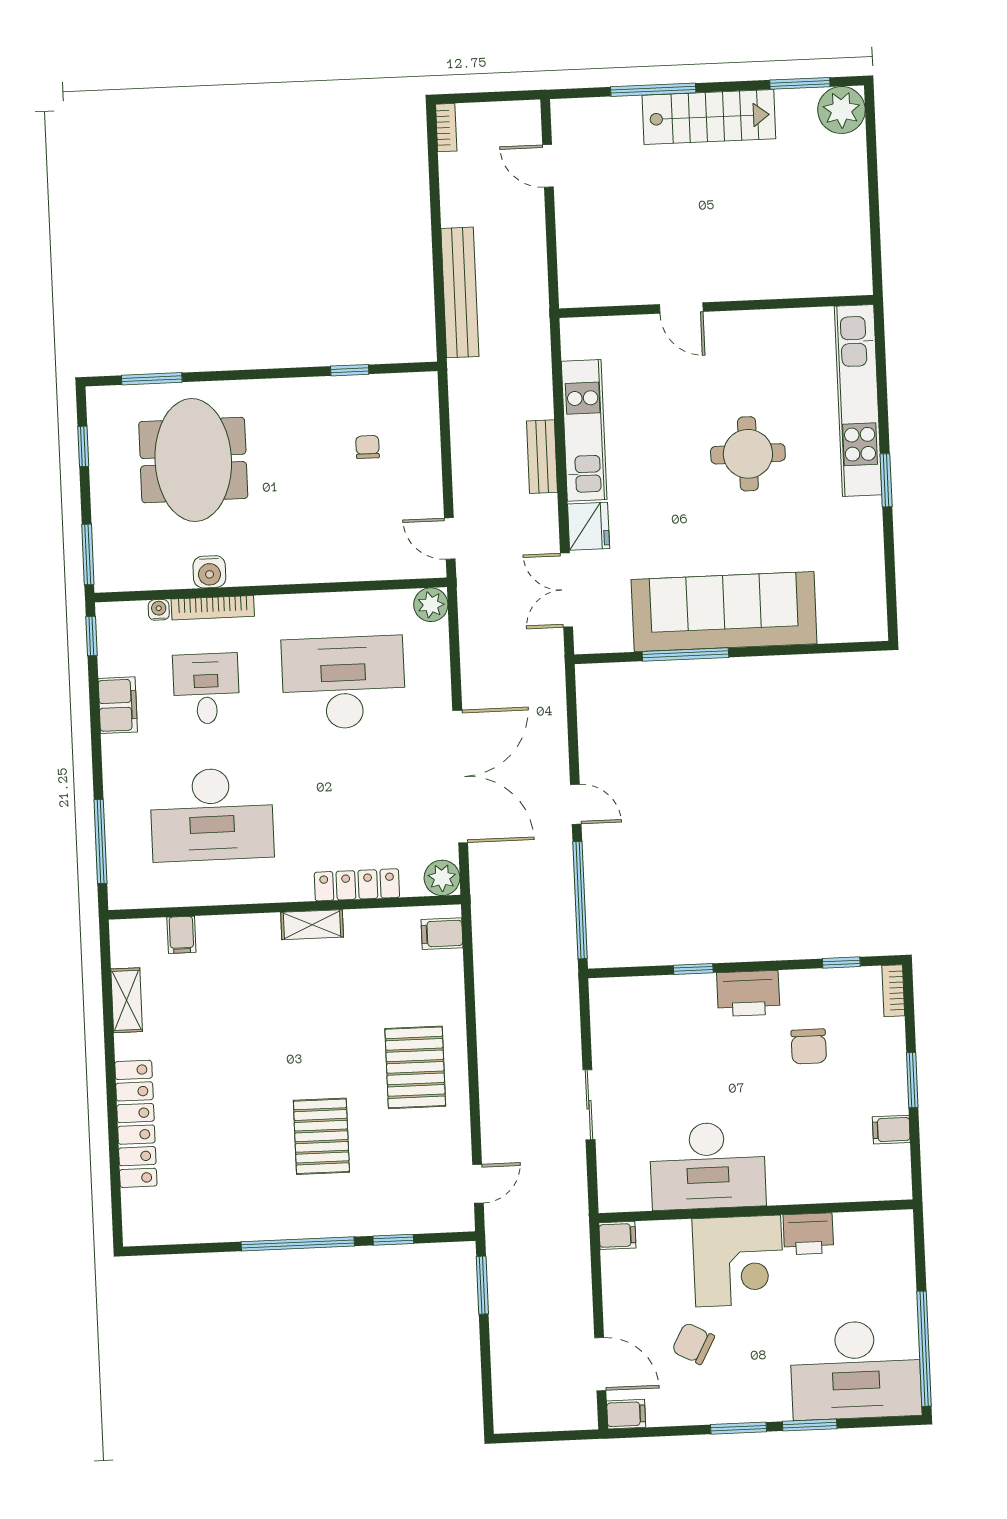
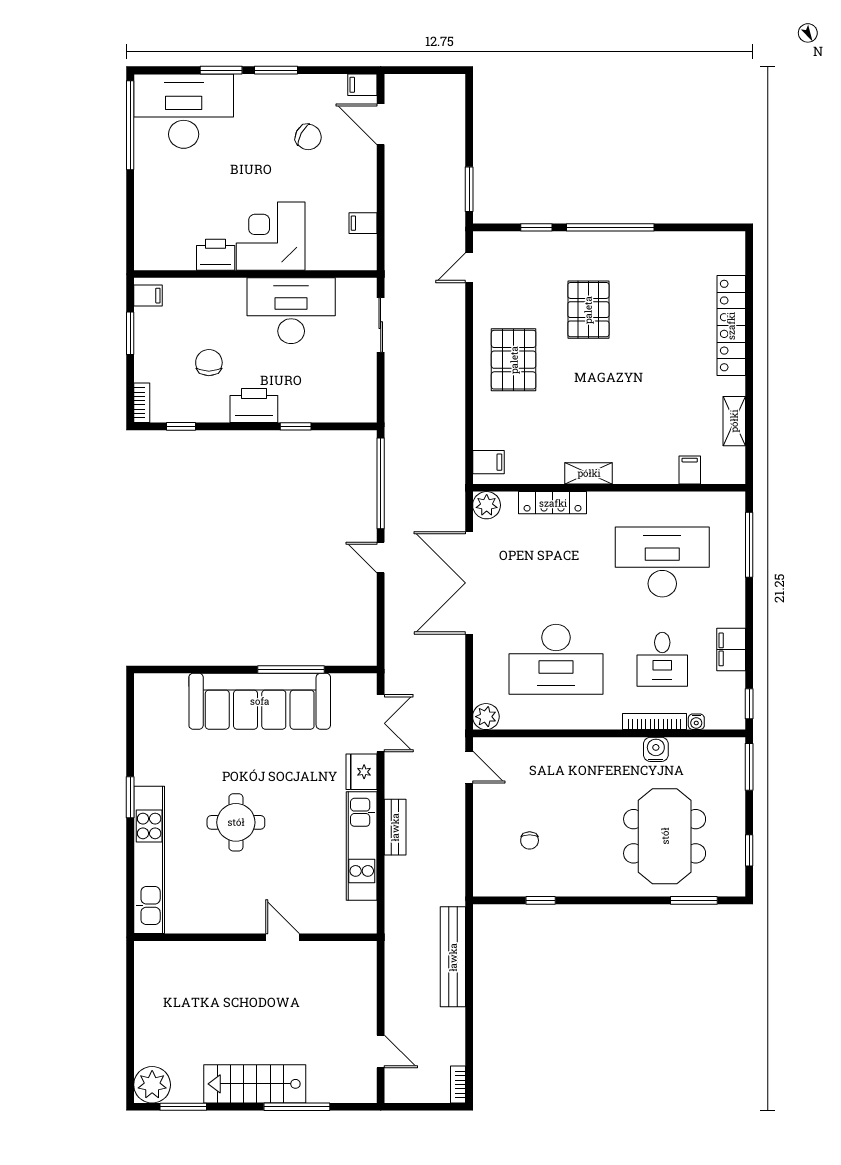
desk: (708, 1166) -> (291, 311), moved
wall: (756, 1211) -> (255, 274), moved
printer: (808, 1234) -> (216, 255), moved
corner desk: (738, 1261) -> (271, 236), moved

